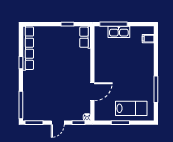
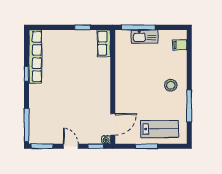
stool: (141, 72) -> (171, 85), added
door: (92, 92) -> (113, 124), moved
door: (58, 123) -> (71, 146), swing flipped

